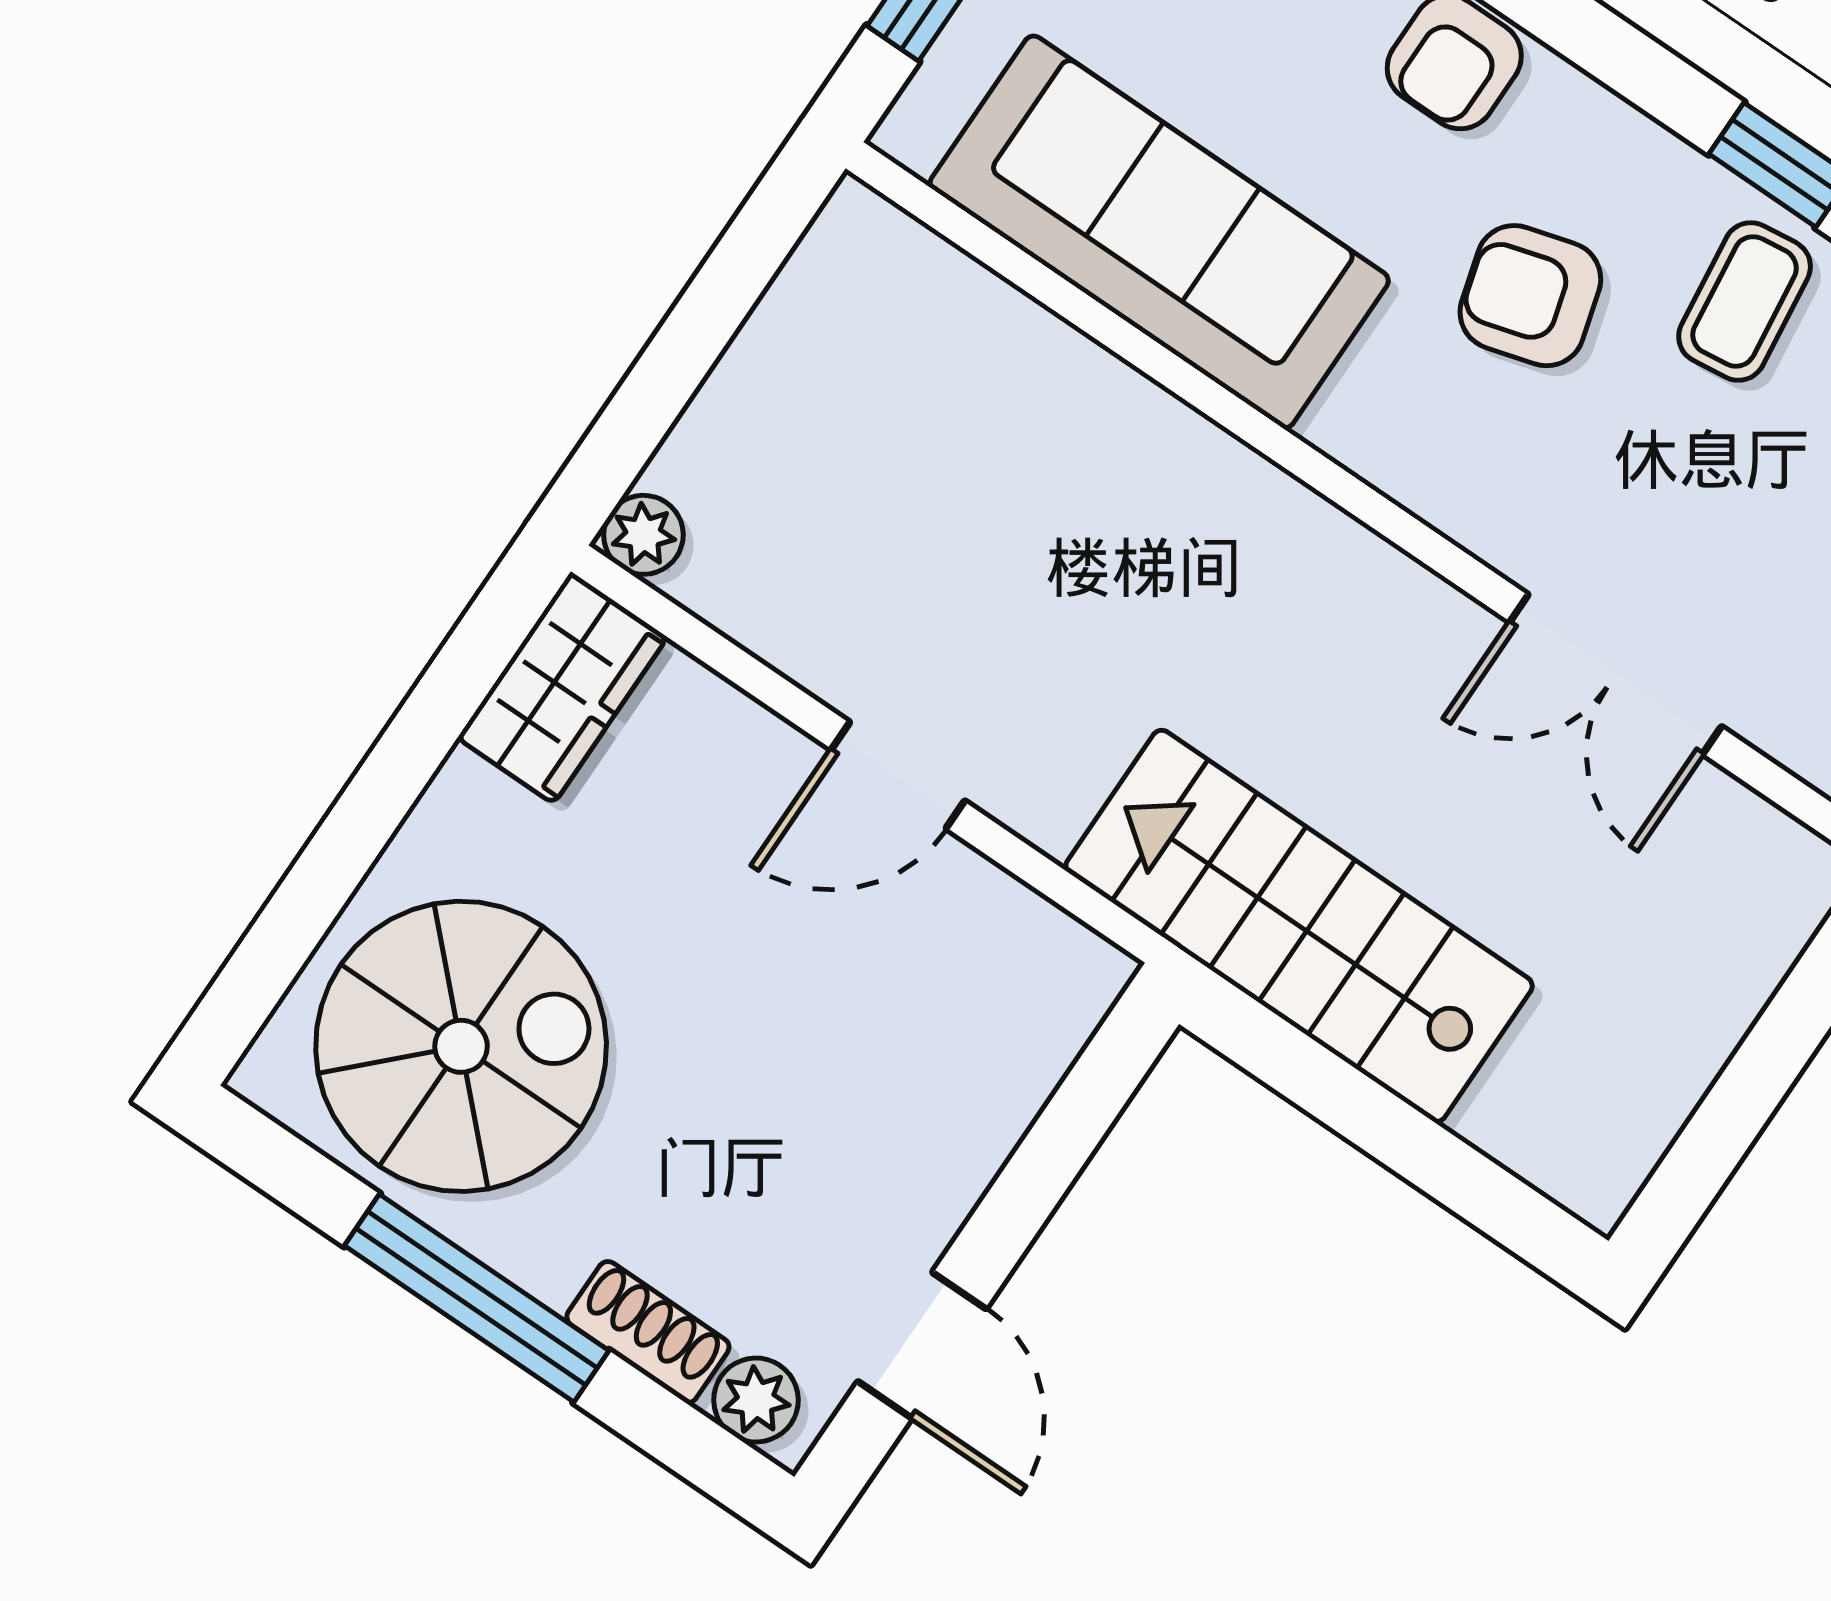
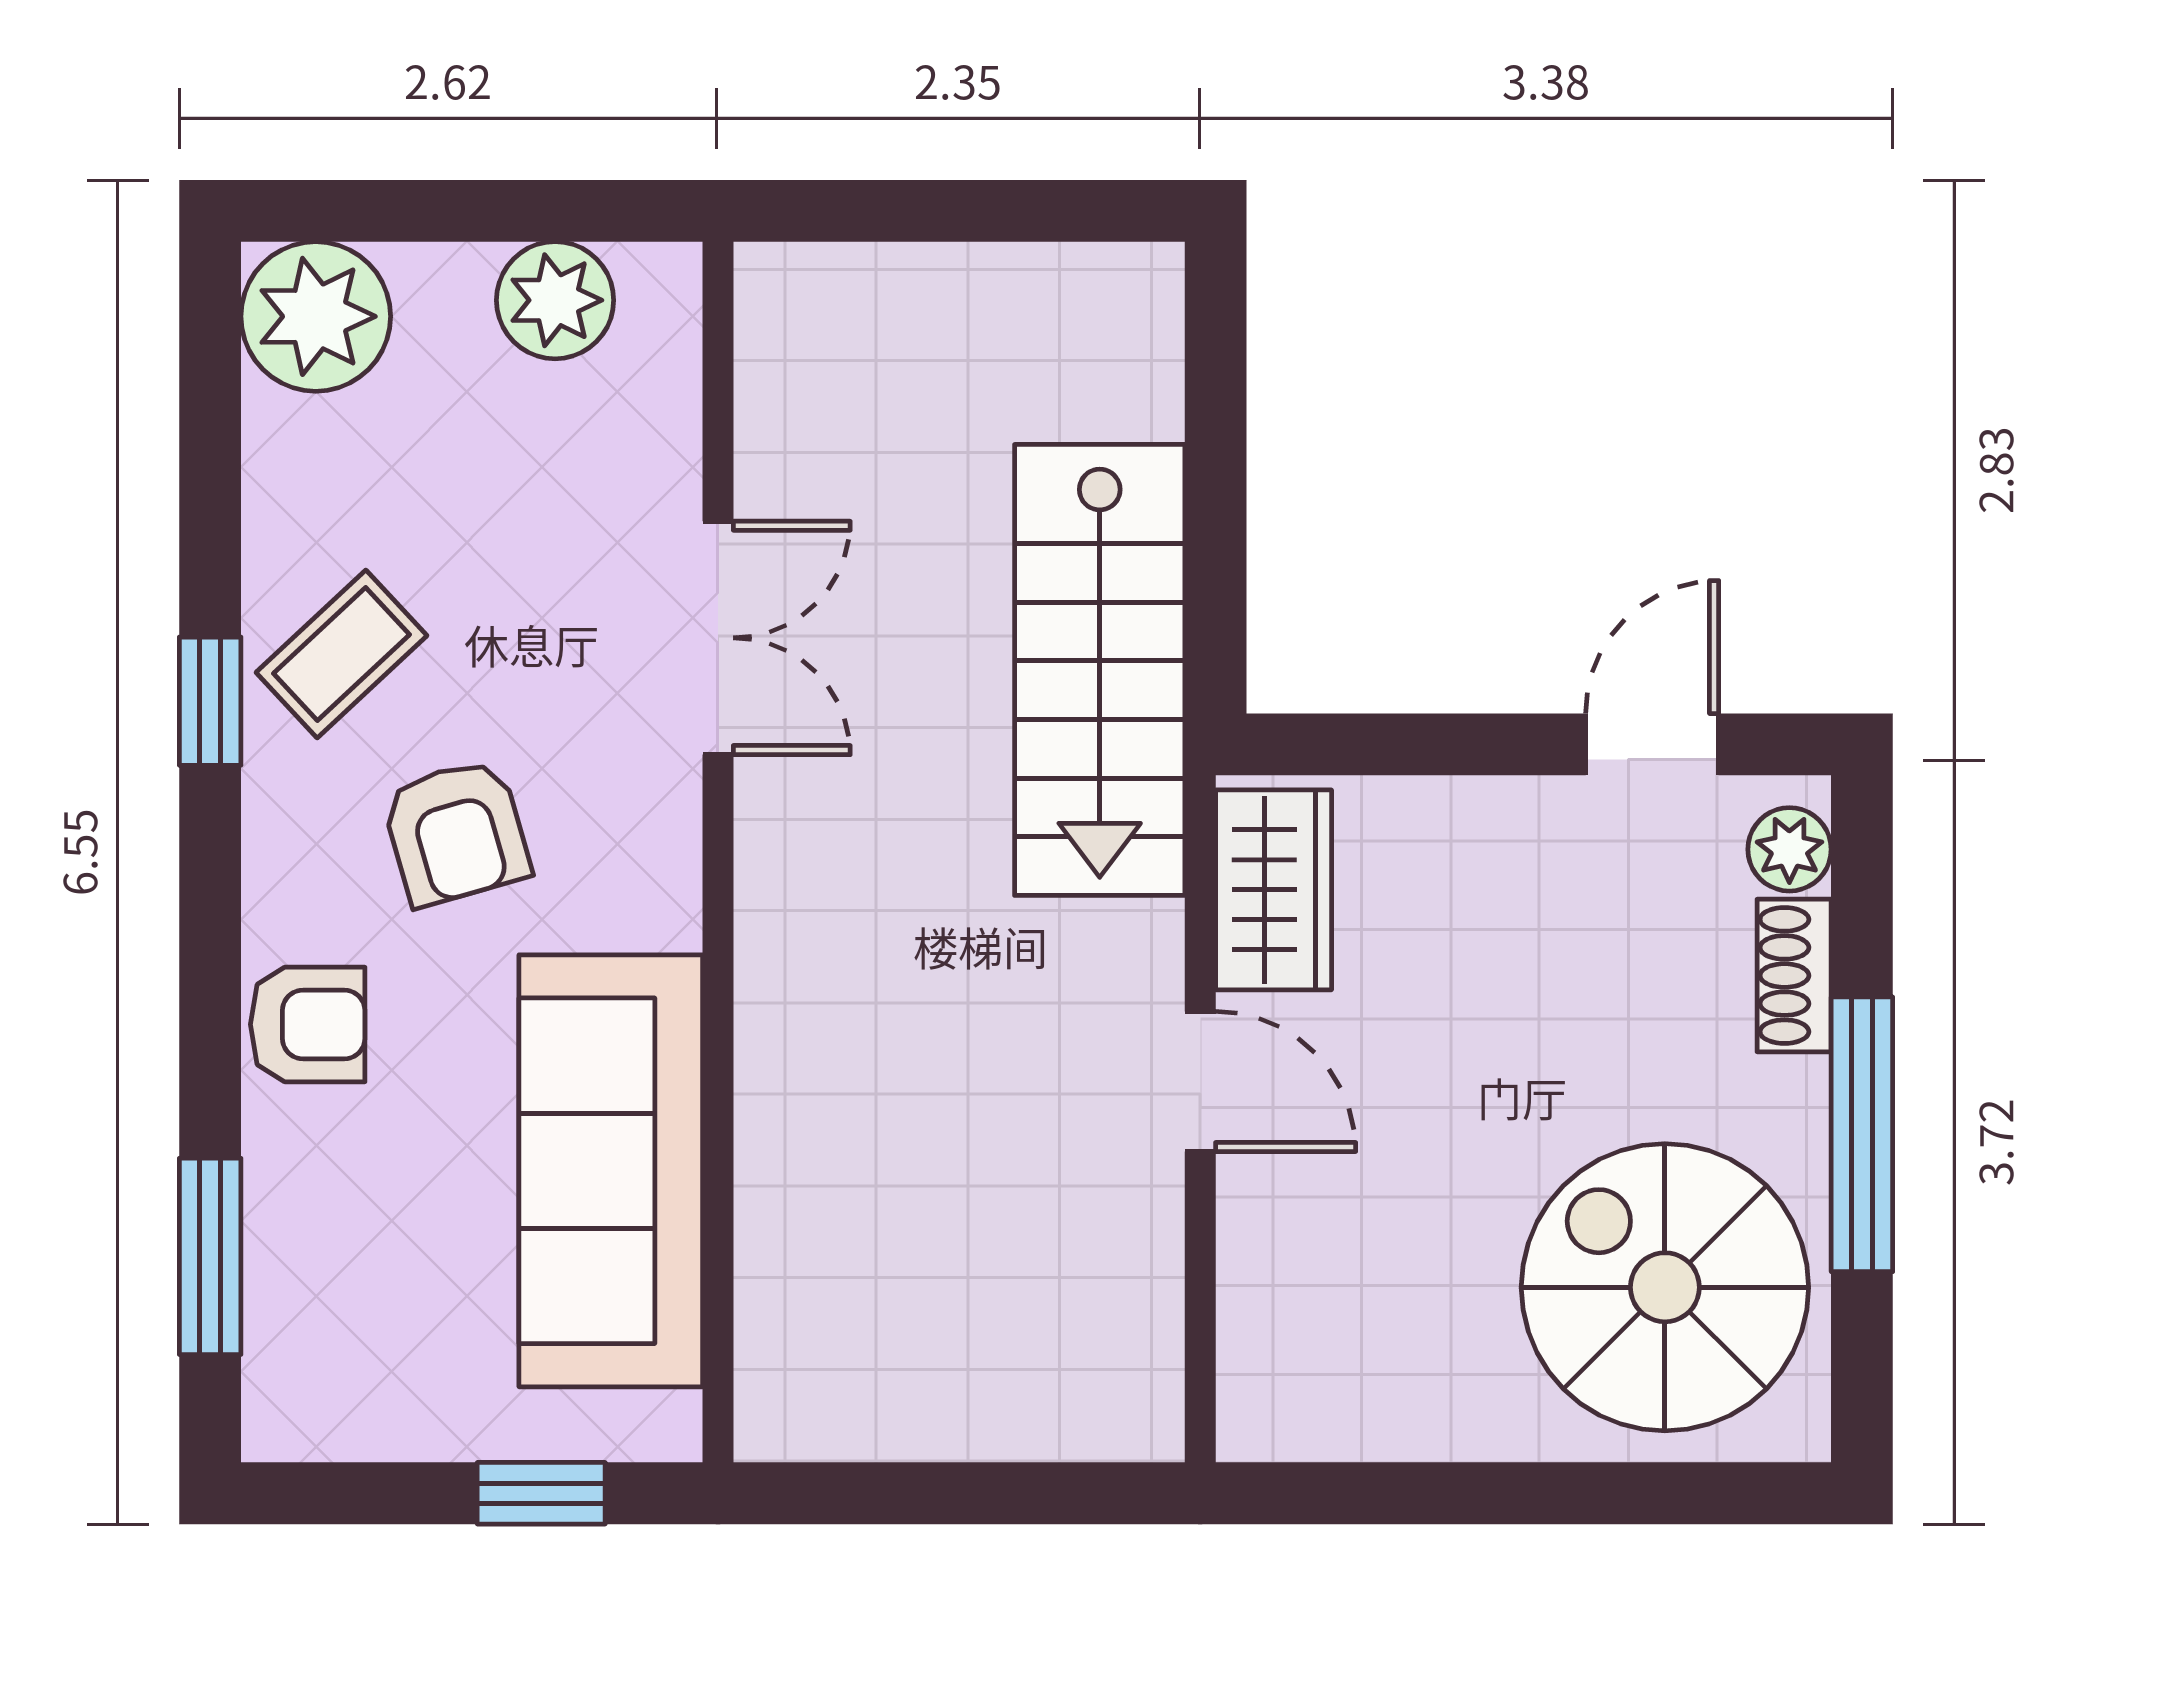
coffee table: (1745, 301) -> (342, 654), turned -36
plant: (643, 535) -> (1146, 1423), removed
double door: (1616, 674) -> (718, 638), moved
wardrobe: (562, 688) -> (1274, 890), moved, turned 90

